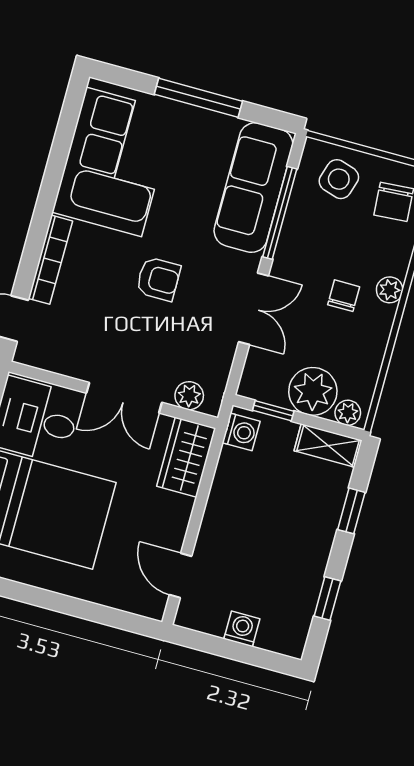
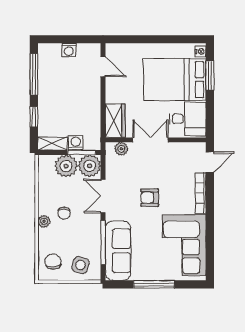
window: (273, 411) -> (82, 152), width x1.50
plant: (348, 413) -> (90, 166), moved, width x1.87, depth x1.87
washing machine: (241, 432) -> (76, 143), moved, turned 90
window: (327, 598) -> (34, 74), width x2.17

